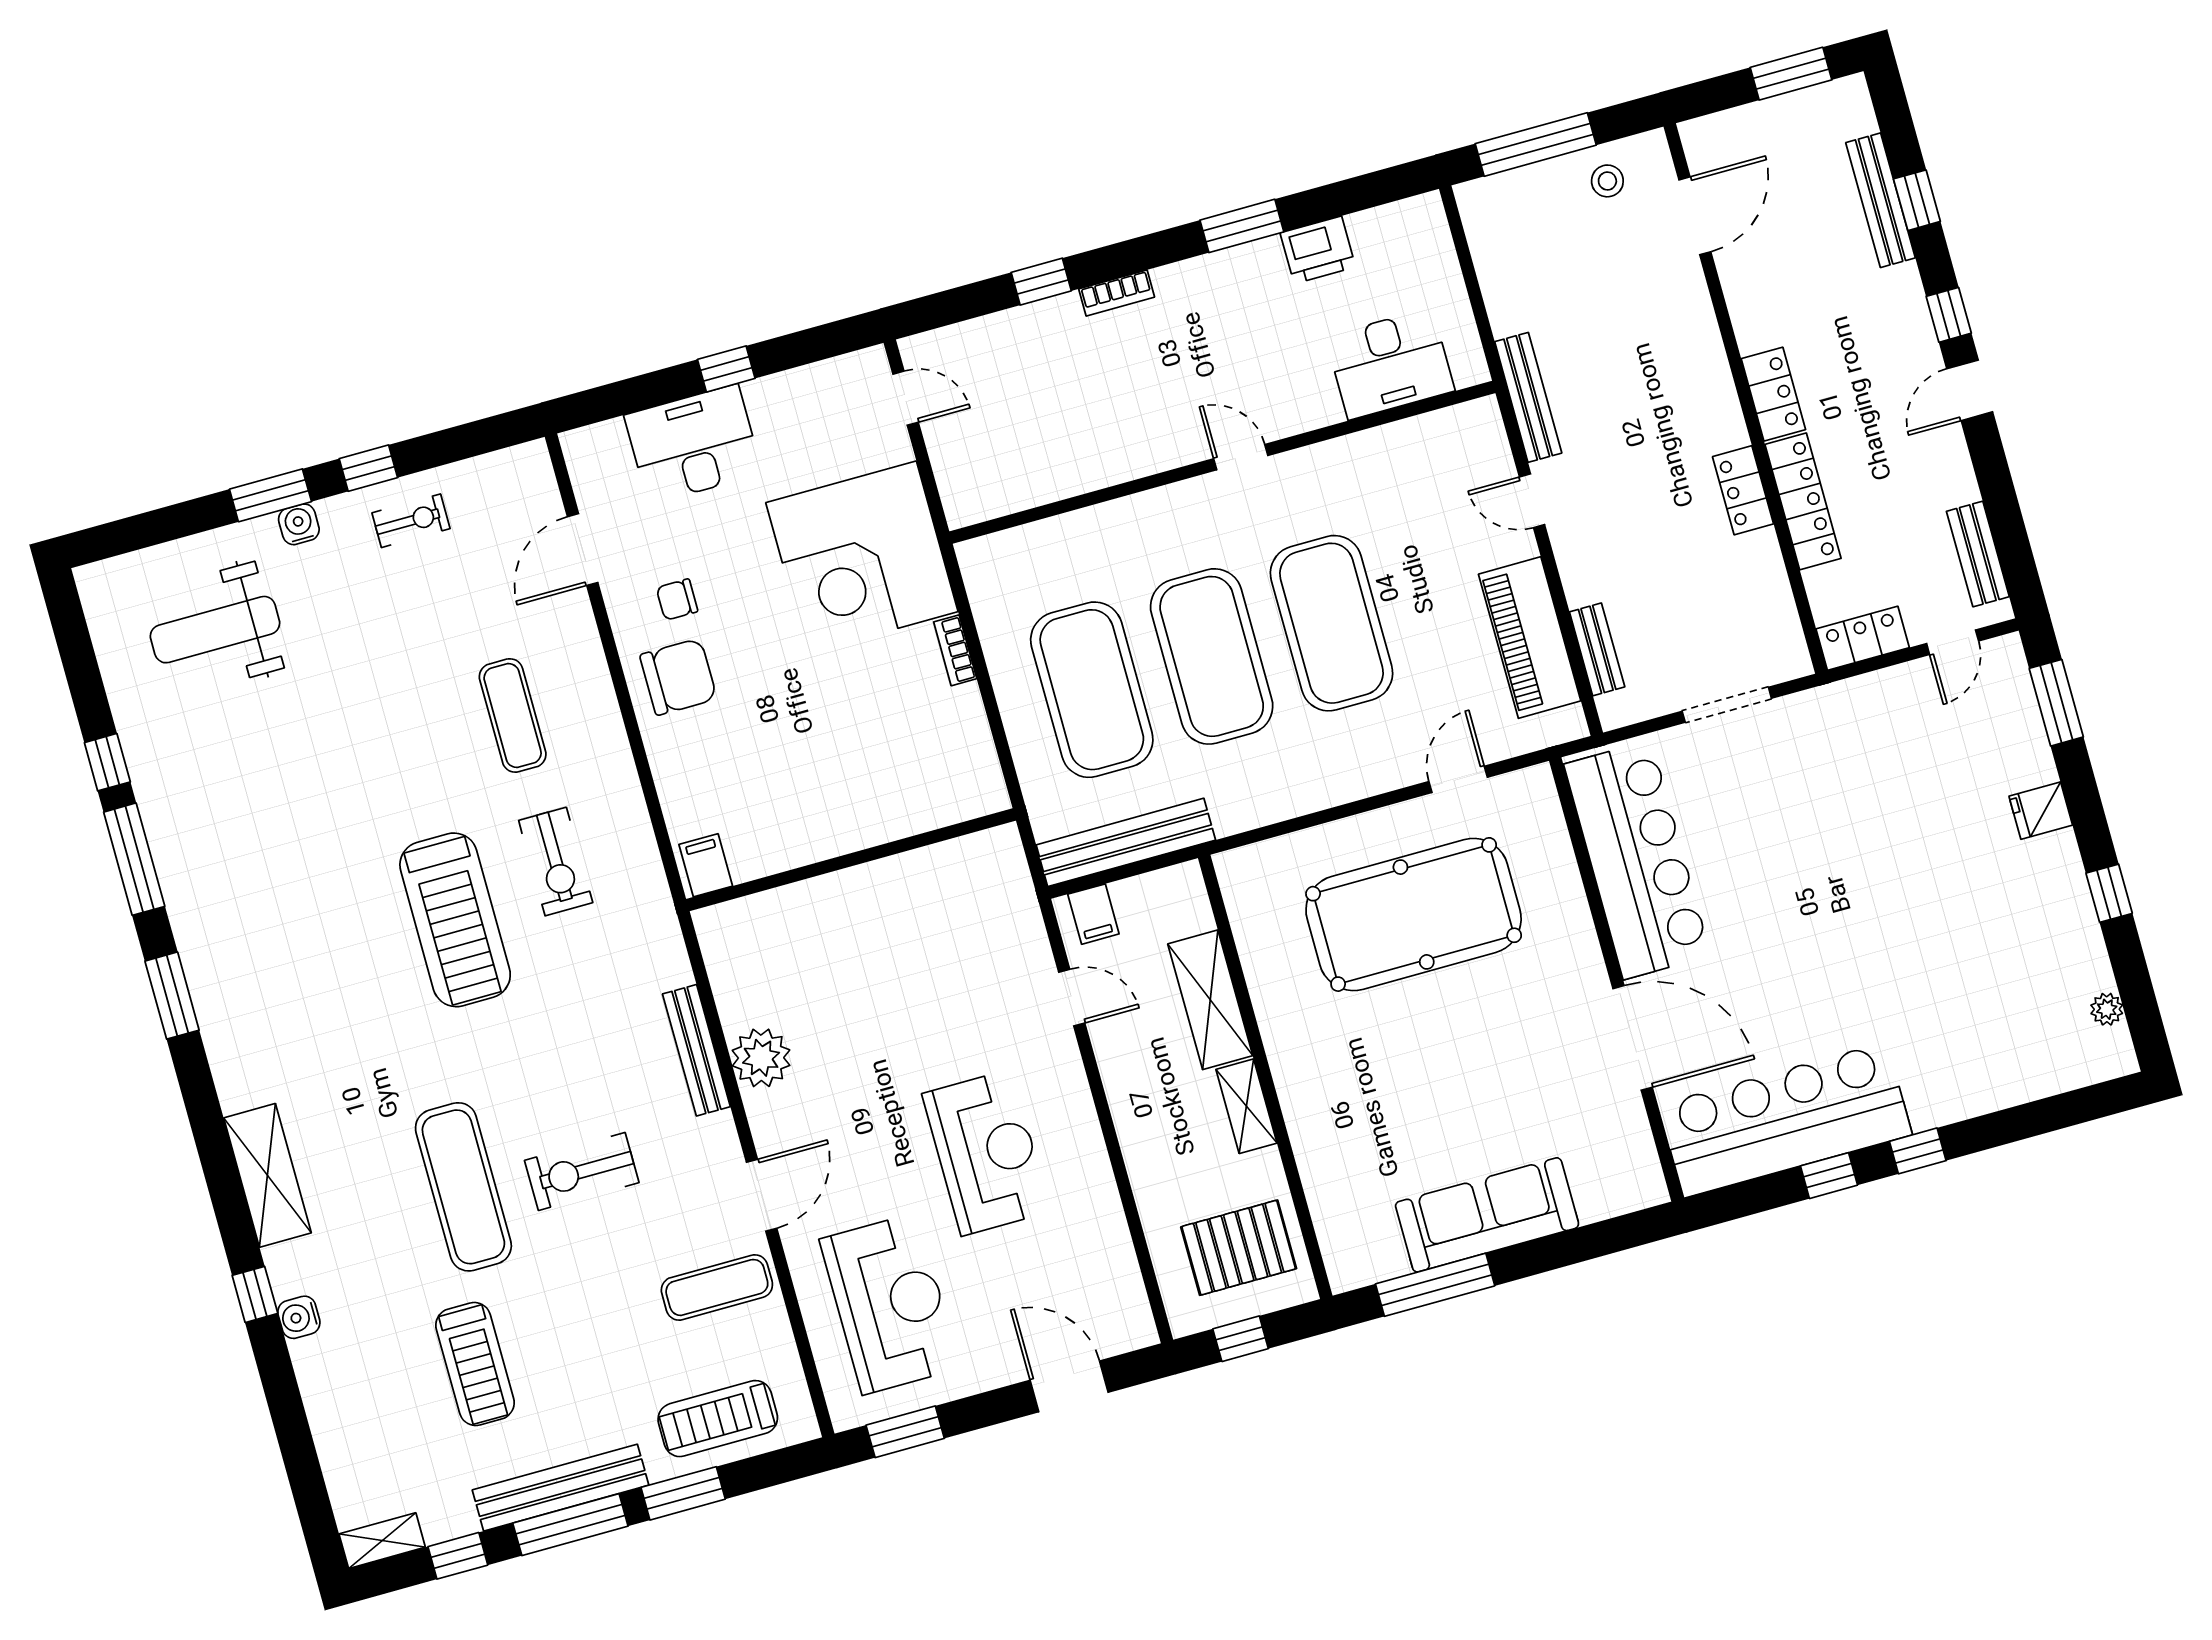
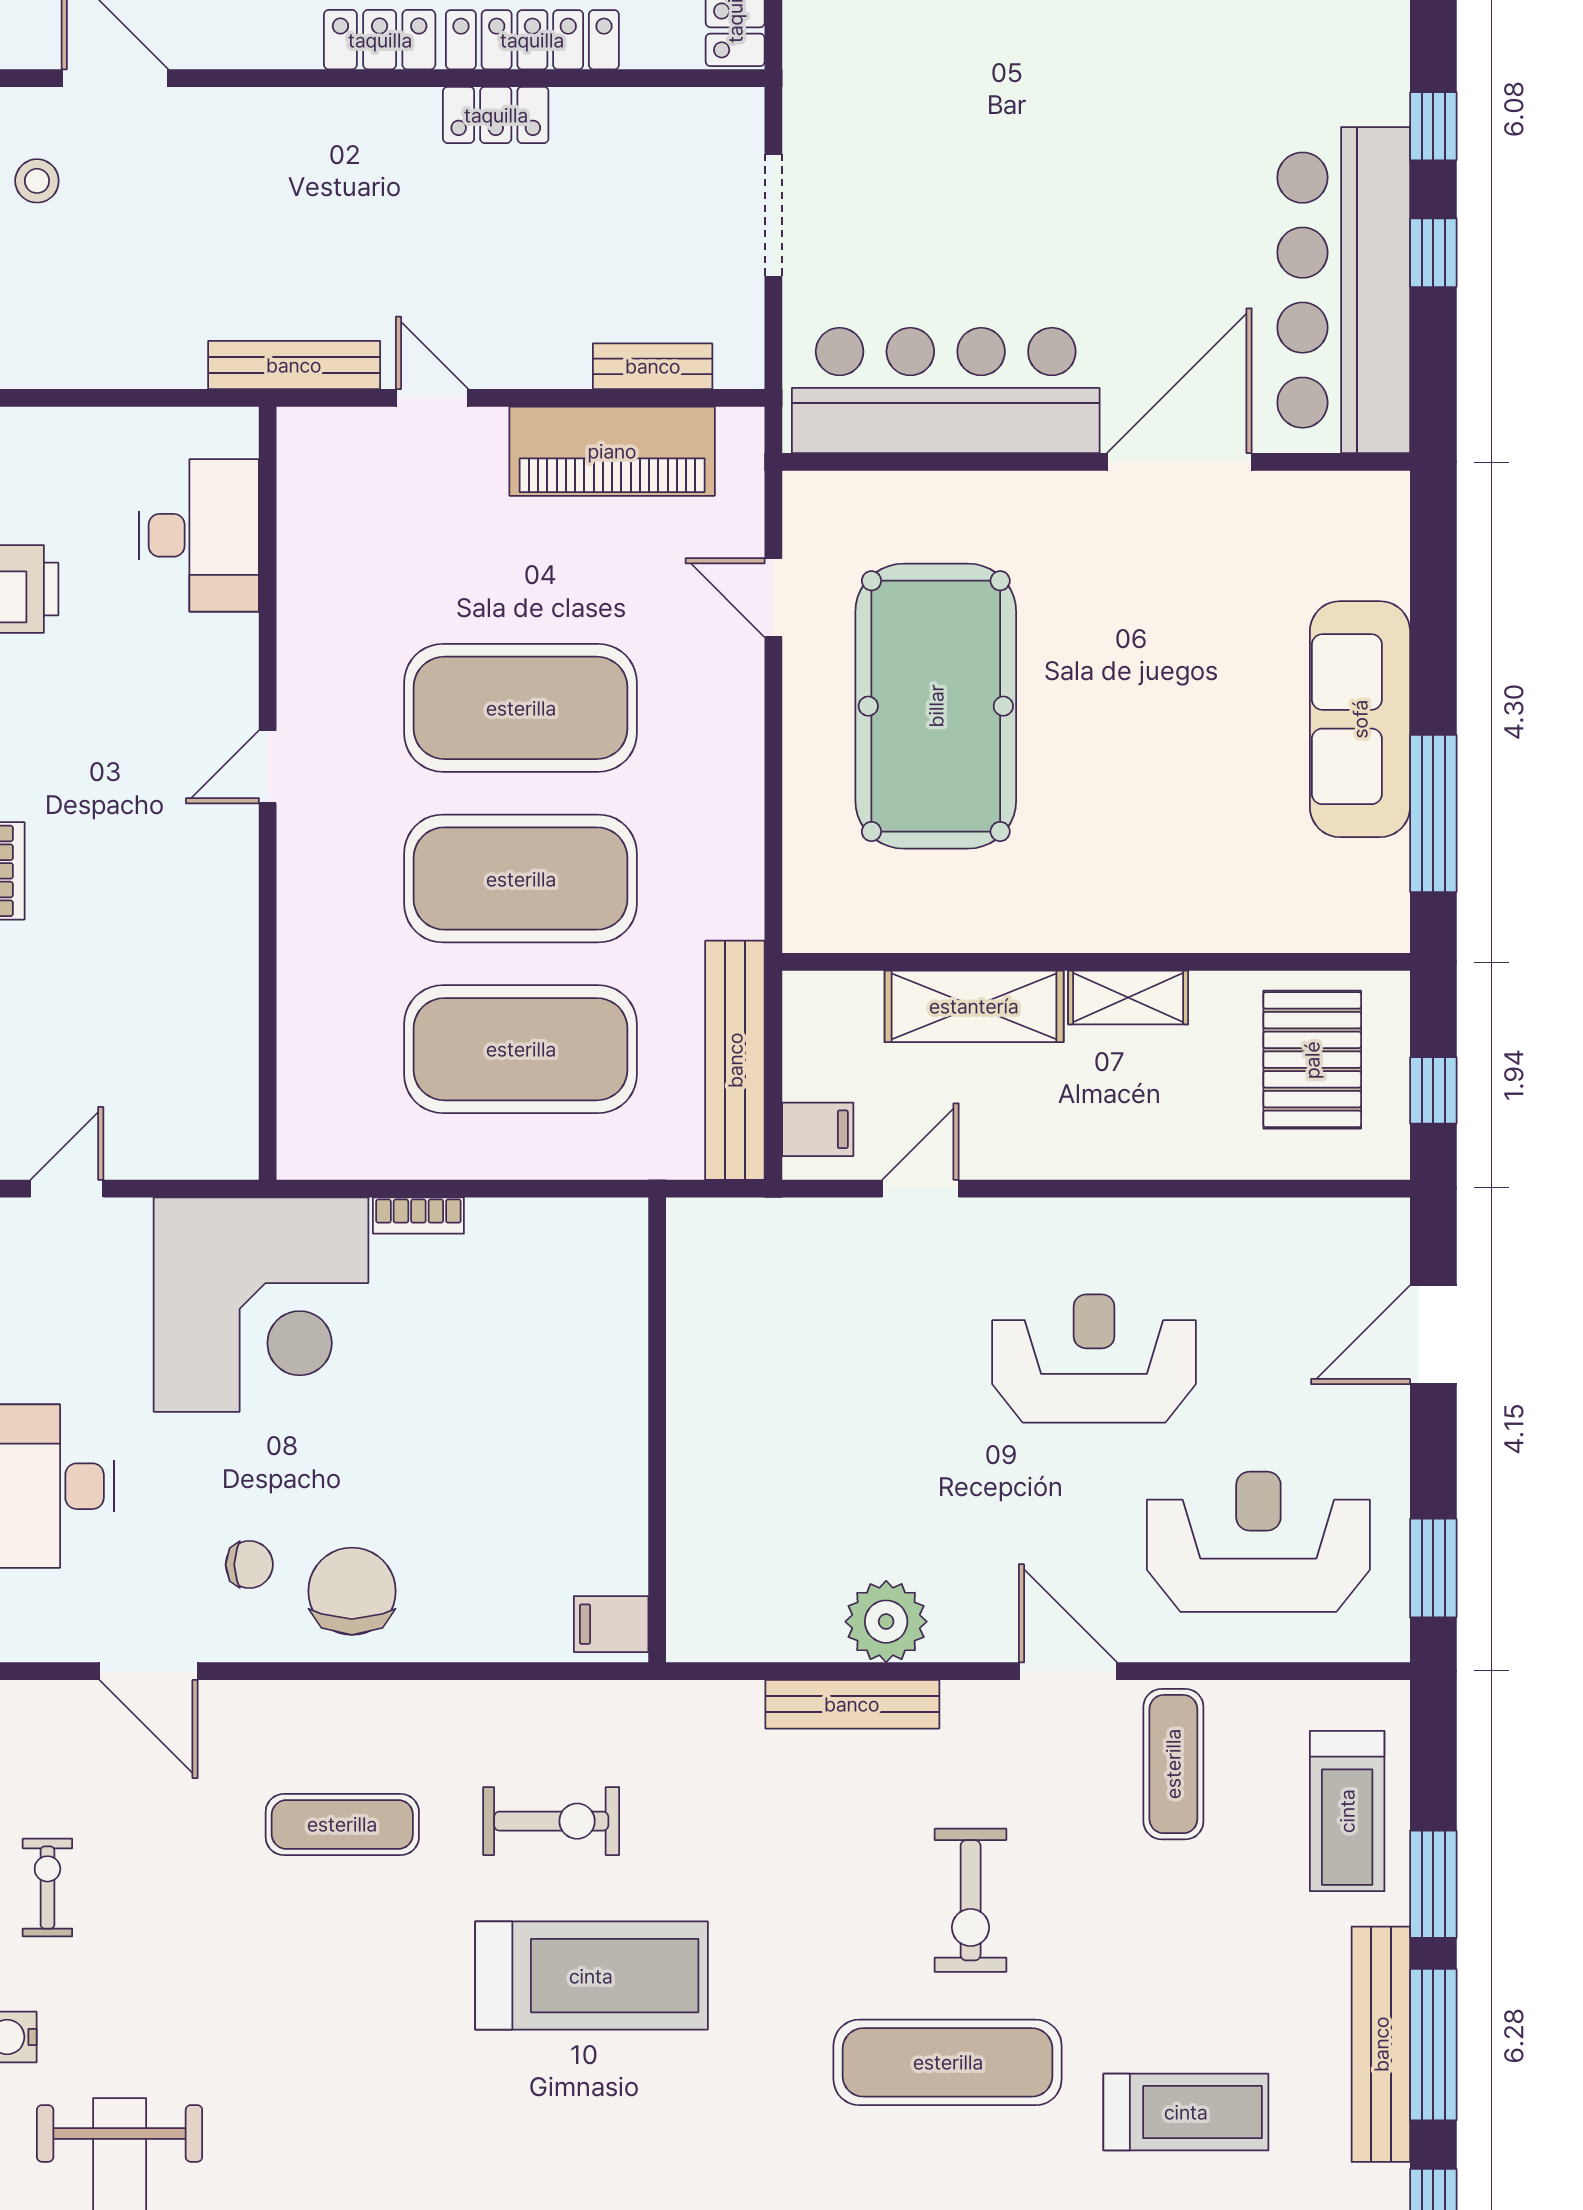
door: (1532, 501) -> (432, 398), swing flipped
chair: (677, 600) -> (249, 1565), turned -90

